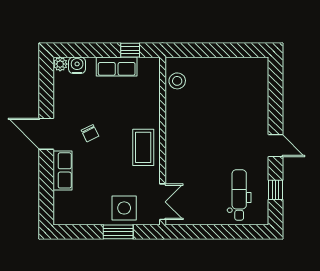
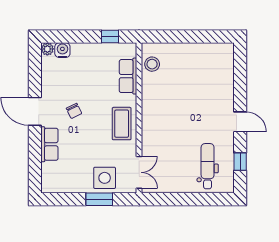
row of seats: (117, 67) -> (128, 76), moved, turned 90

